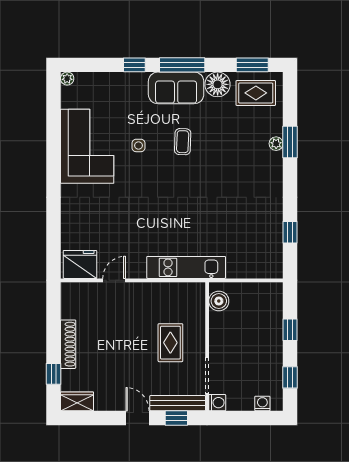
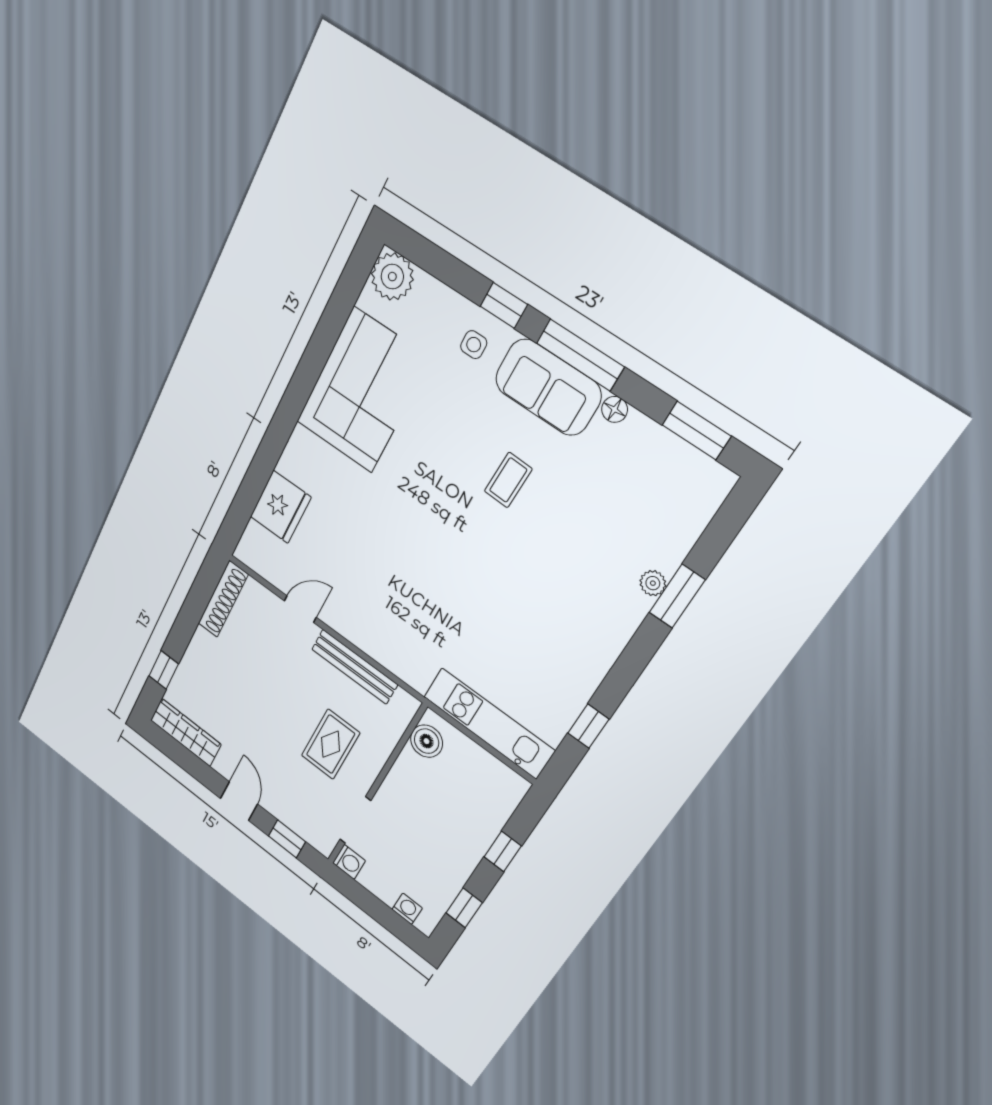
plant: (67, 79) -> (392, 277), width x1.87, depth x1.87
floor lamp: (218, 84) -> (615, 409), width x0.53, depth x0.53
rug: (256, 93) -> (672, 481), removed
side table: (139, 145) -> (474, 345), moved
fridge: (80, 264) -> (281, 507), moved, turned 90
kitchen unit: (186, 267) -> (489, 723), moved
shoe rack: (68, 344) -> (223, 599), moved
wardrobe: (77, 401) -> (186, 732), width x1.50
bench: (178, 403) -> (354, 667), moved

